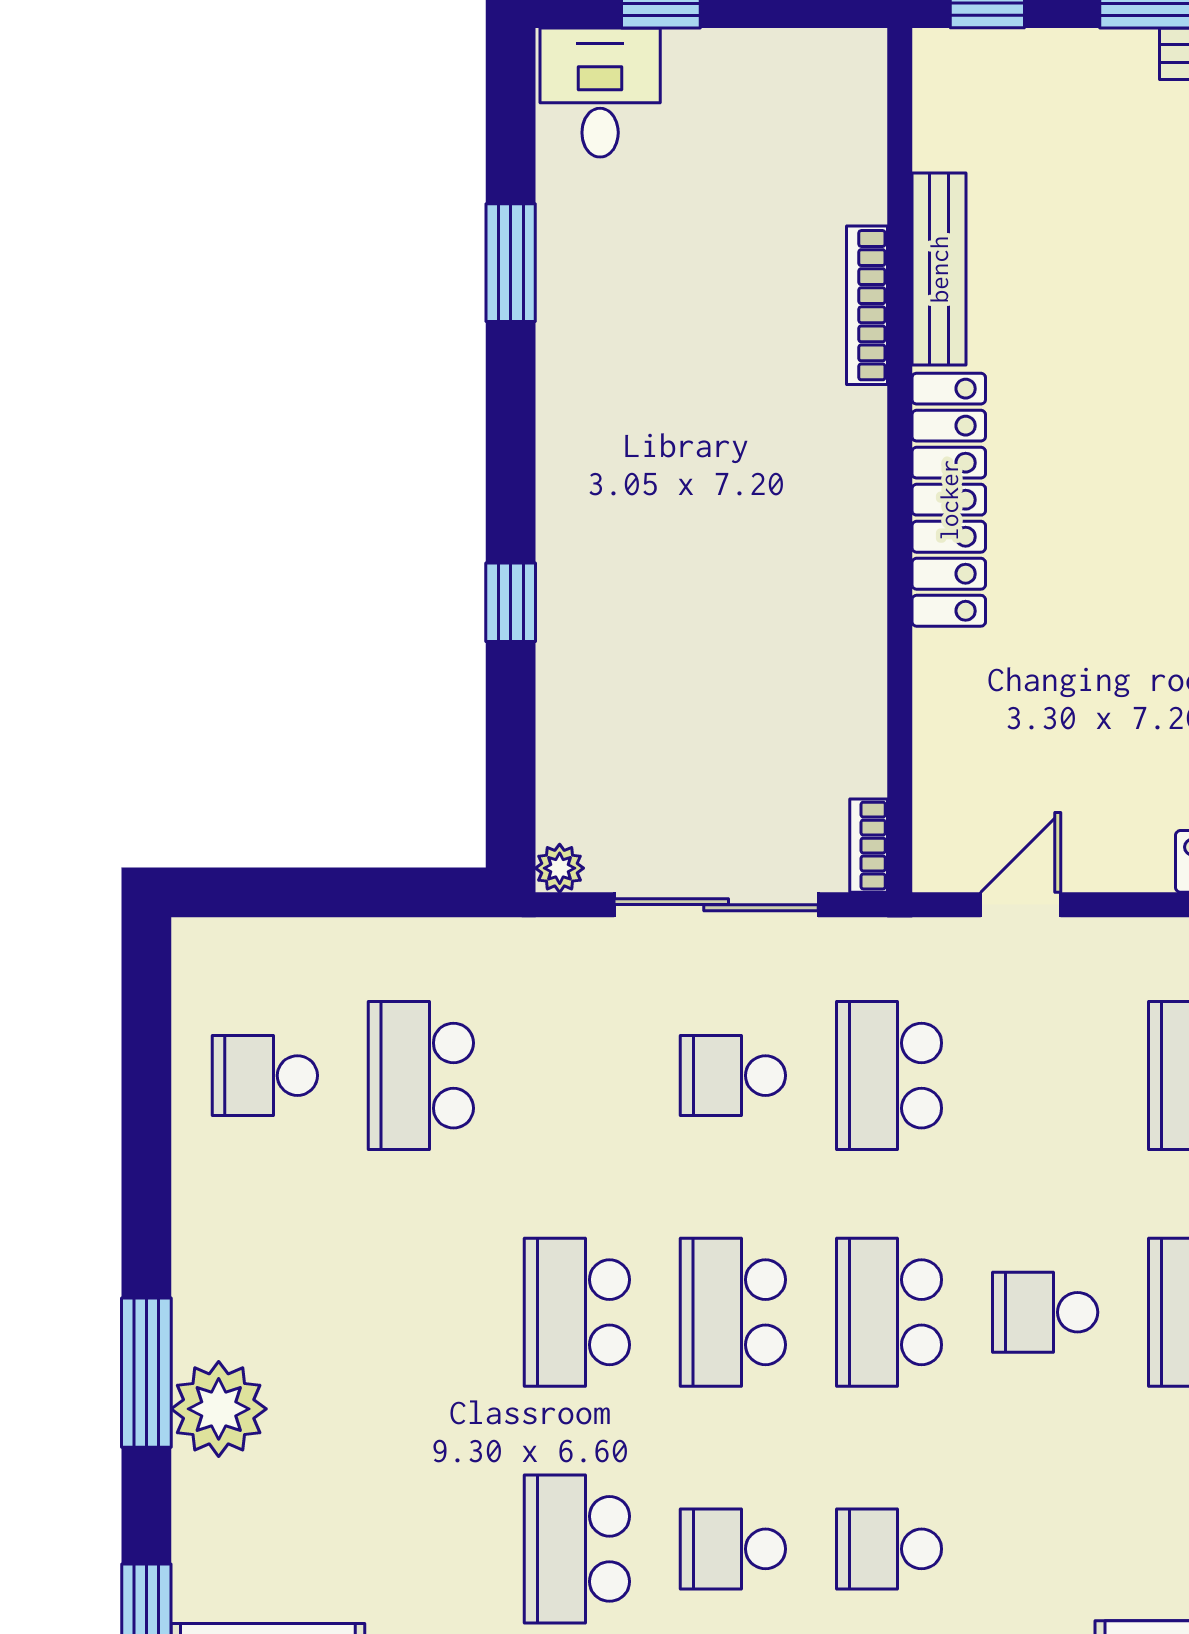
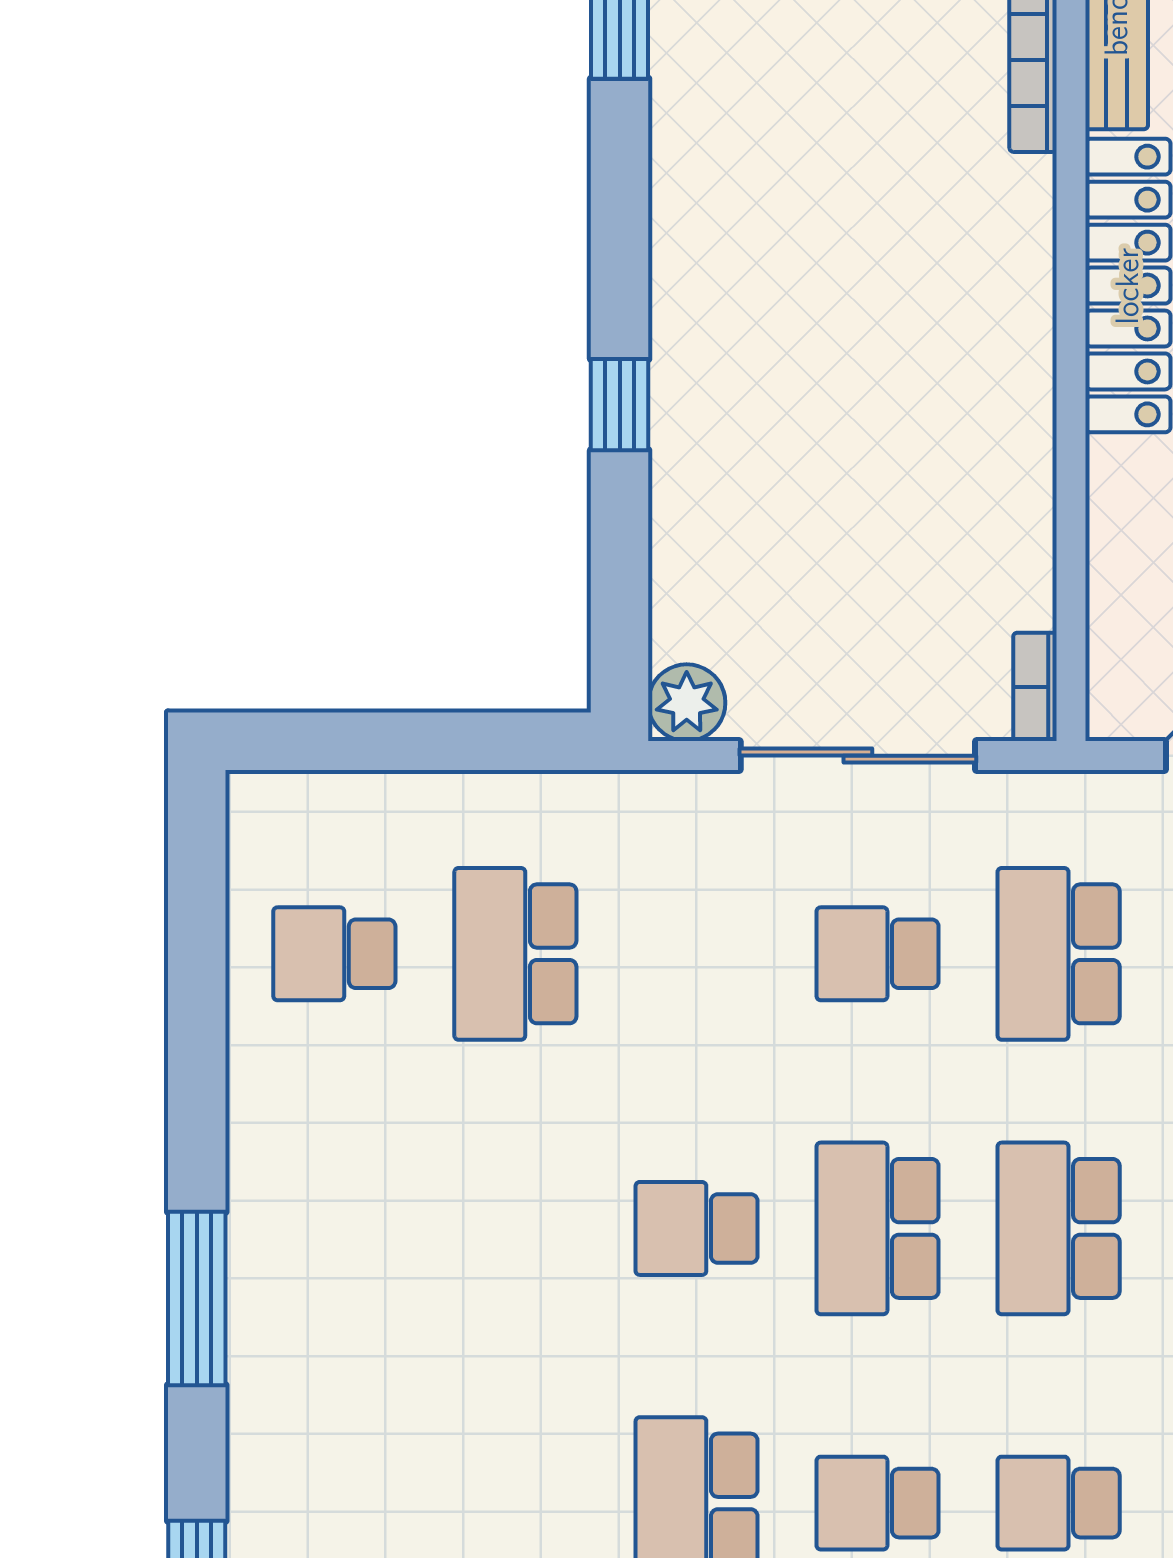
plant: (560, 868) -> (687, 703), width x1.38, depth x1.38
school desk: (577, 1312) -> (696, 1228), width x0.54
plant: (219, 1409) -> (281, 1341), removed

